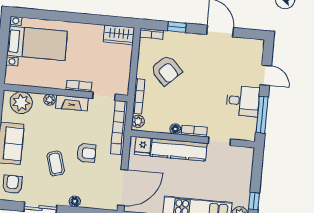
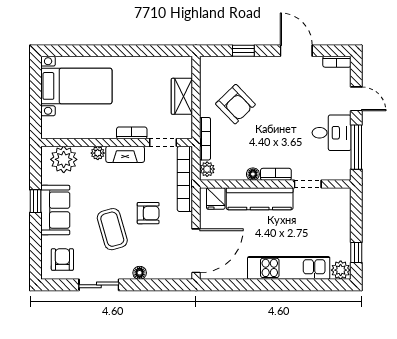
bookcase: (151, 34) -> (337, 62), moved
wardrobe: (119, 35) -> (182, 96), moved, turned 90
coffee table: (56, 163) -> (112, 229), width x1.36, depth x1.30

